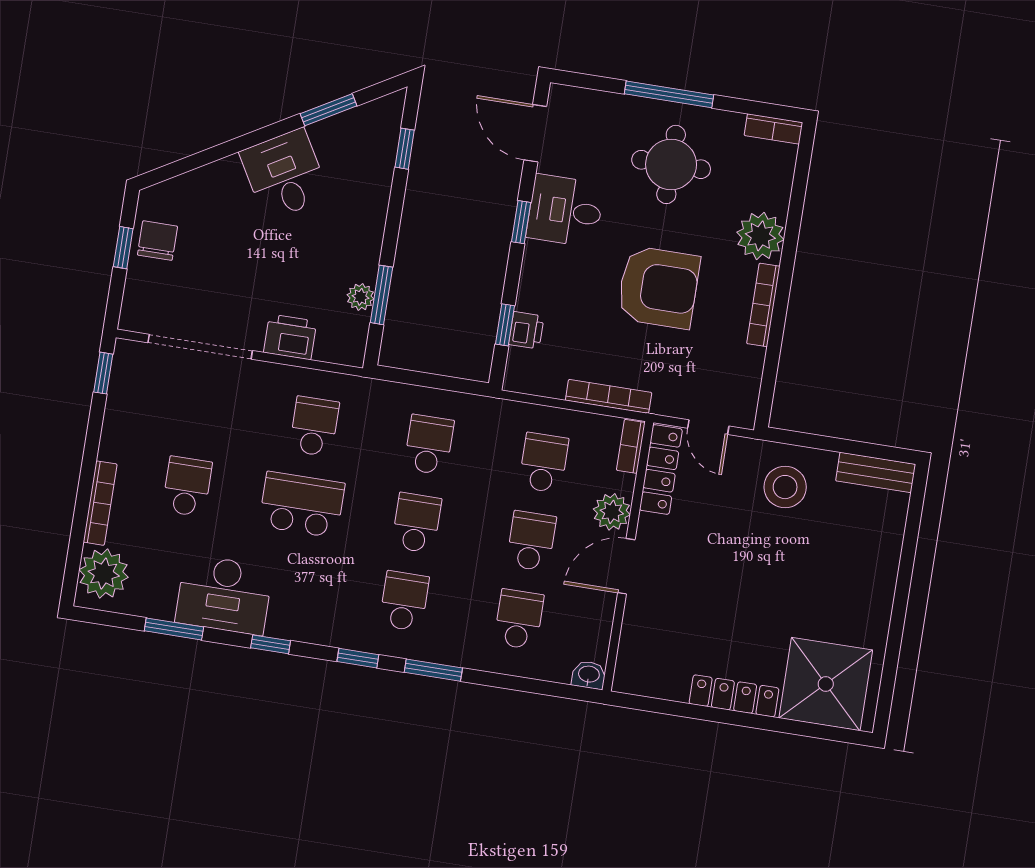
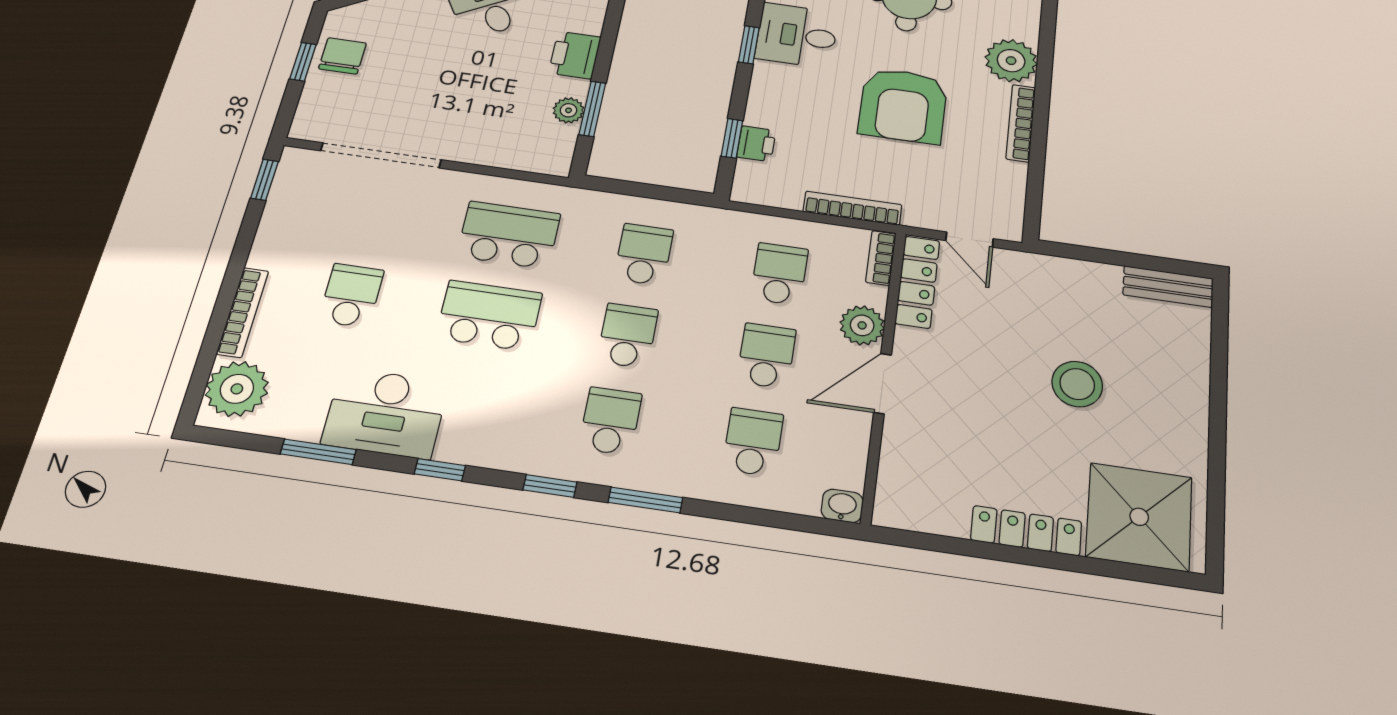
armchair: (658, 287) -> (903, 105), turned 90
printer: (290, 337) -> (575, 55), moved, turned -90
school desk: (314, 426) -> (509, 235), width x1.85
stool: (785, 487) -> (1077, 384), moved

